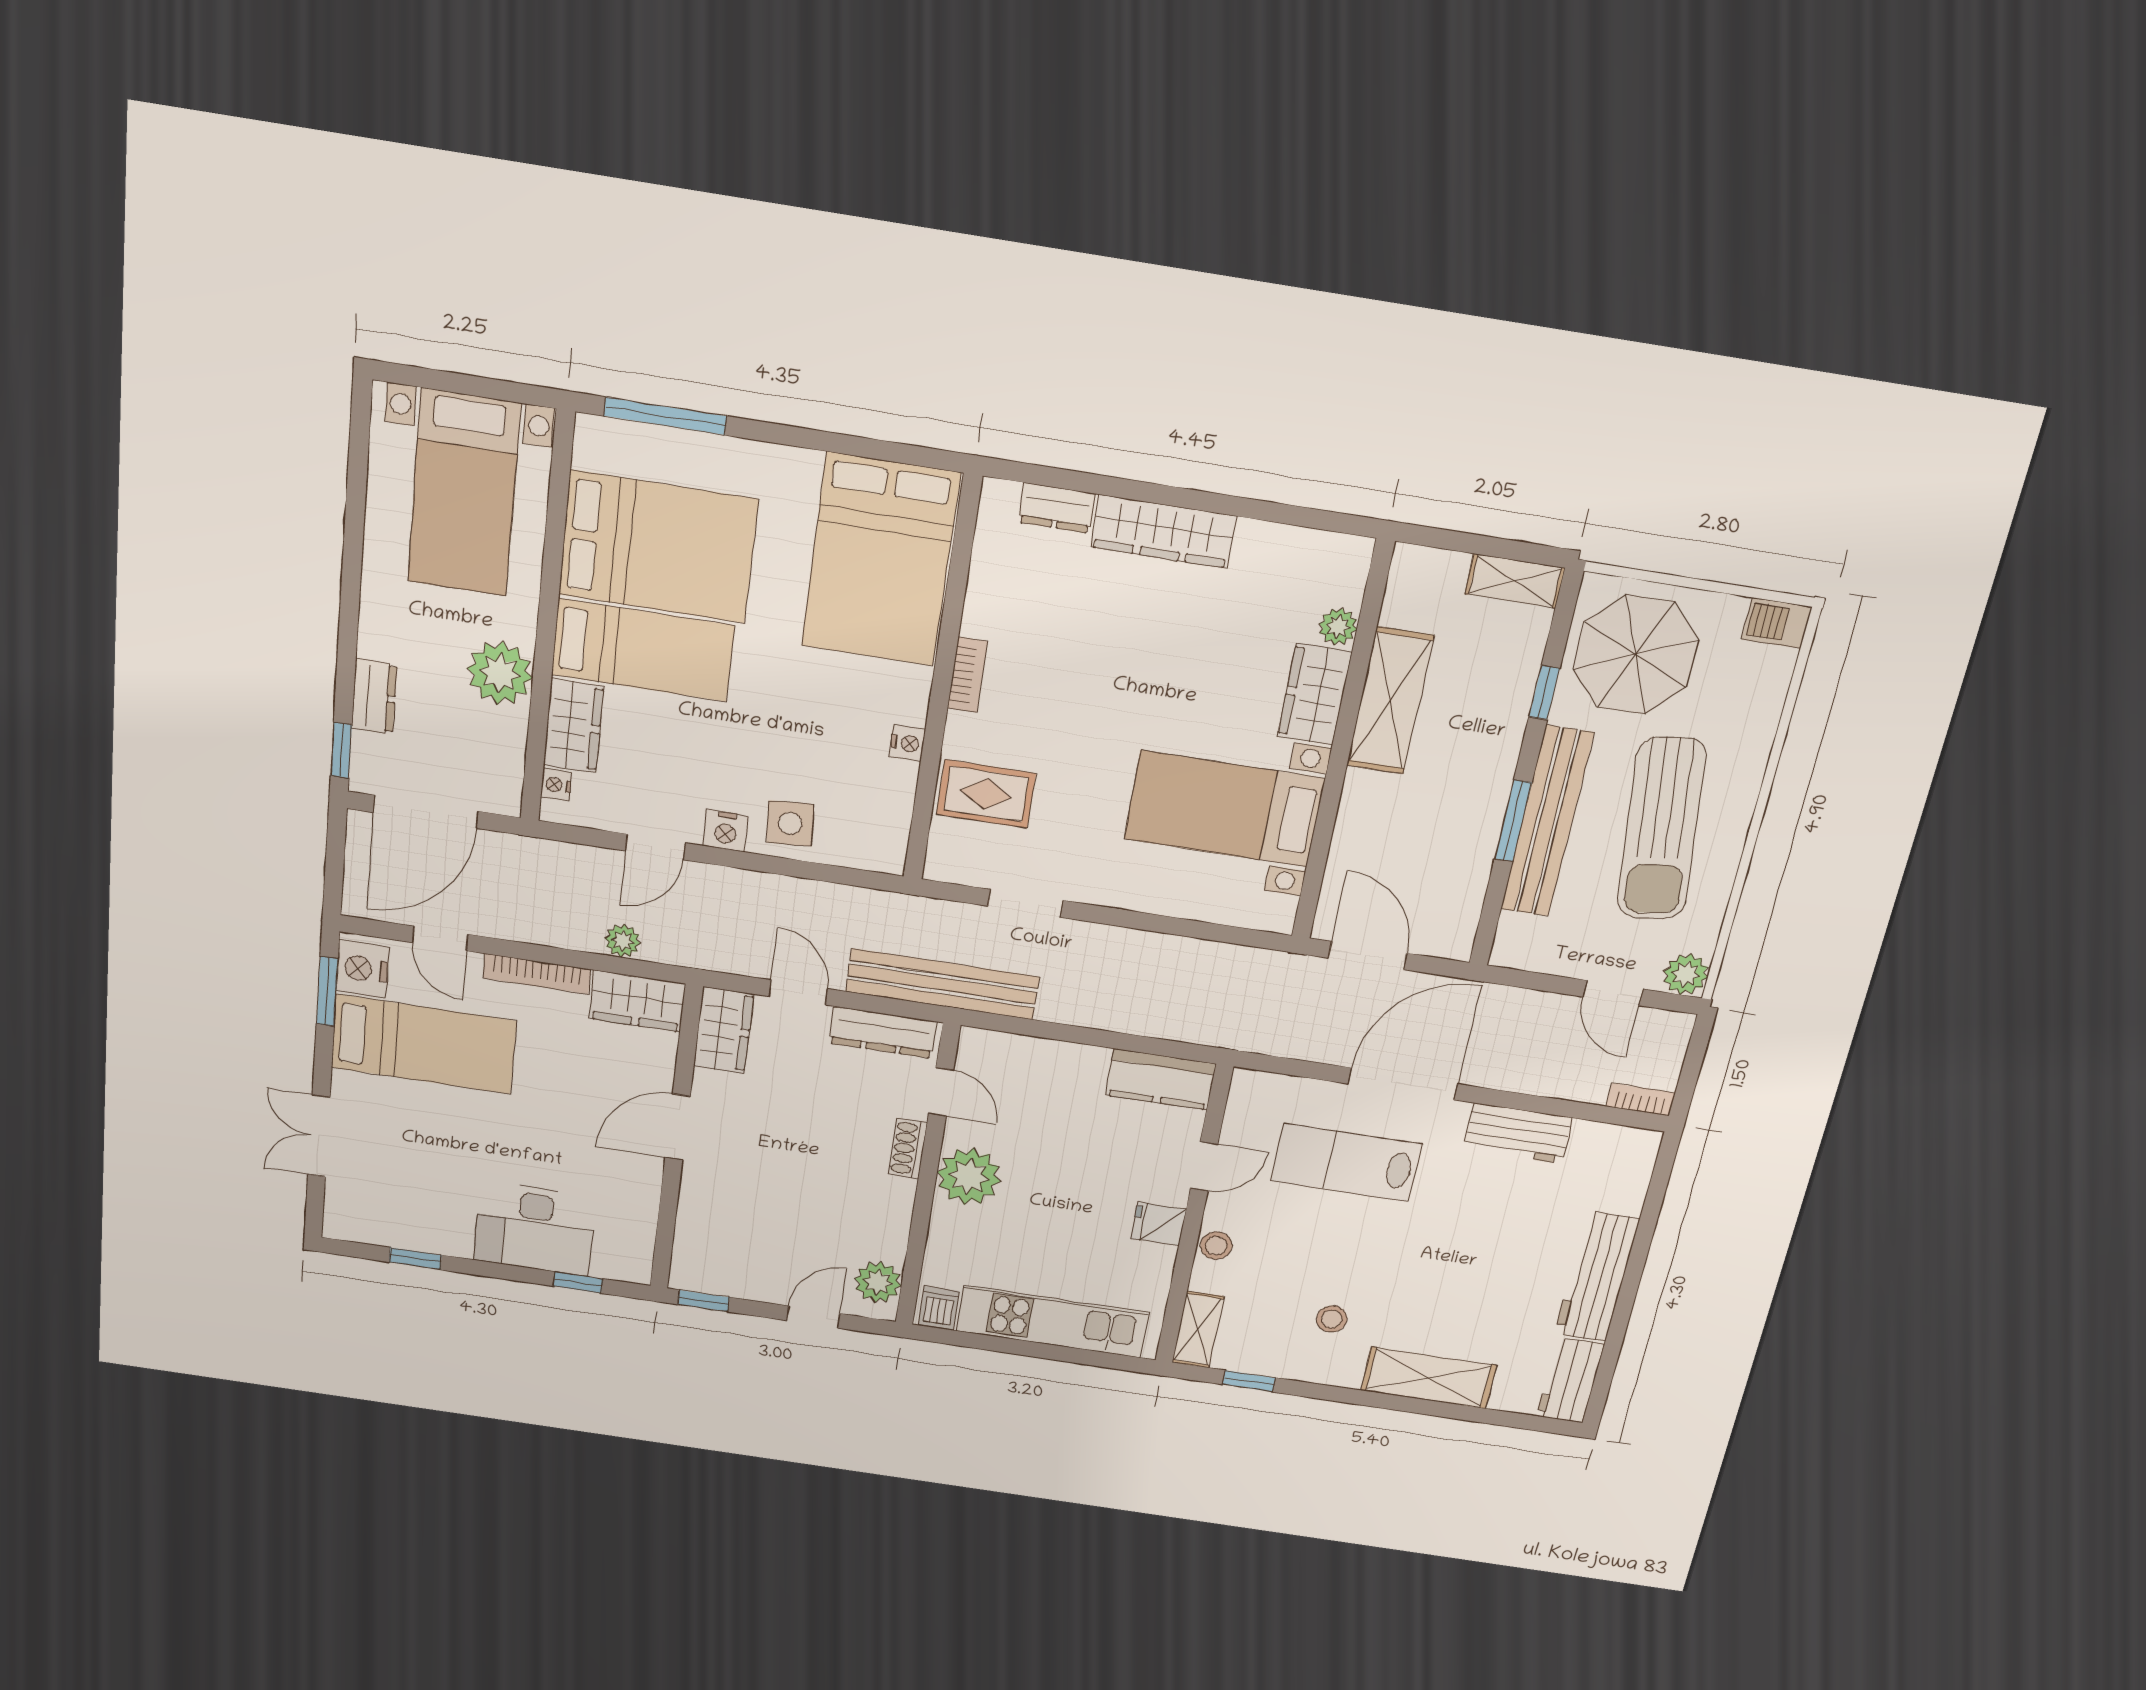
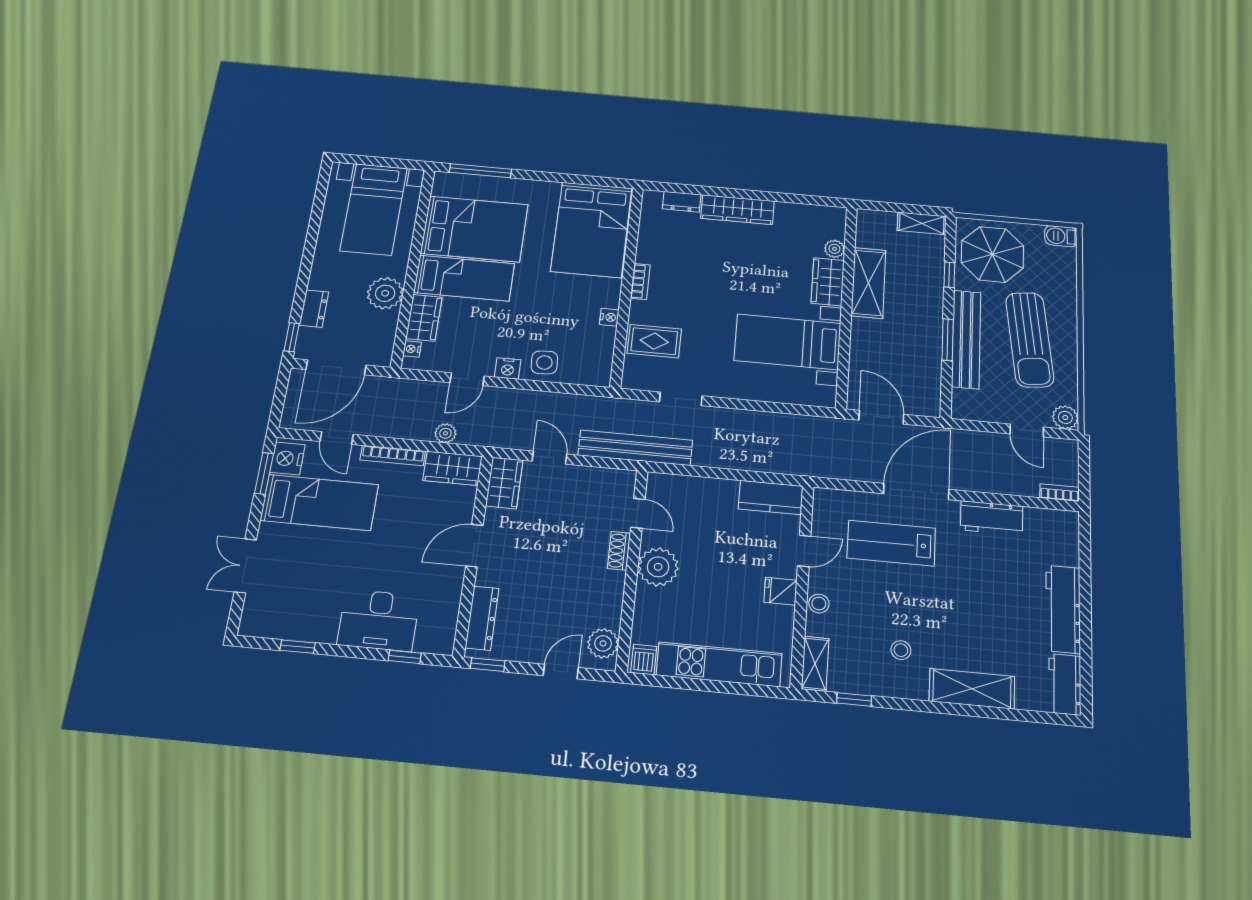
dresser: (883, 1032) -> (482, 618), moved, turned -90

